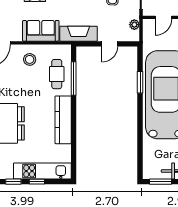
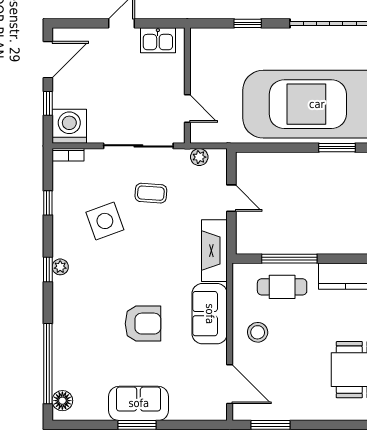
window: (140, 82) -> (337, 148), moved

